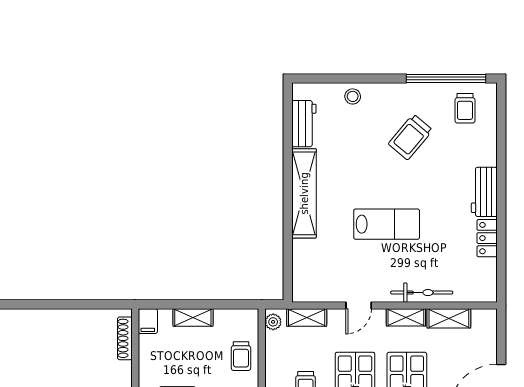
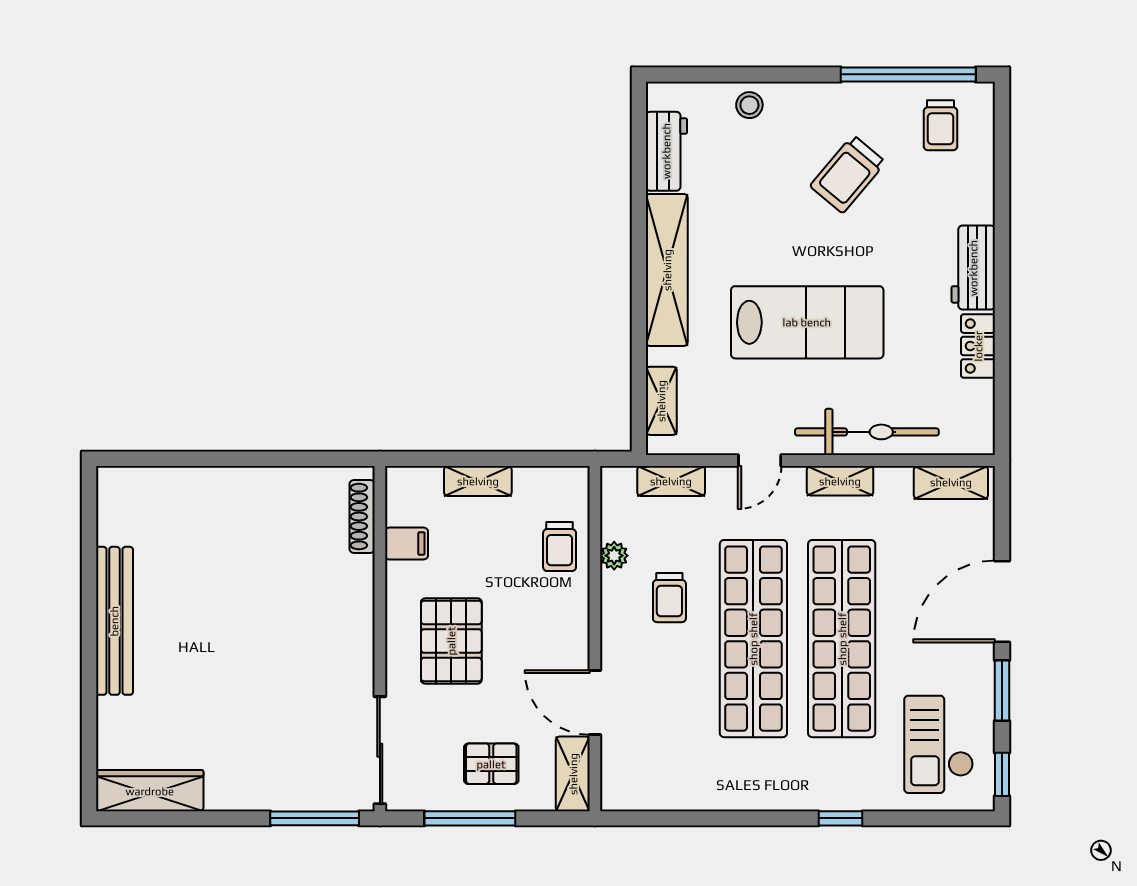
lab bench: (387, 224) -> (807, 322), width x1.36, depth x1.39
shelving: (301, 270) -> (661, 401), added
bicycle: (422, 293) -> (867, 432), width x1.37, depth x1.40
shelving: (449, 318) -> (951, 482), moved
filing cabinet: (148, 321) -> (406, 543), moved, turned -90
plant: (273, 322) -> (614, 556), moved

